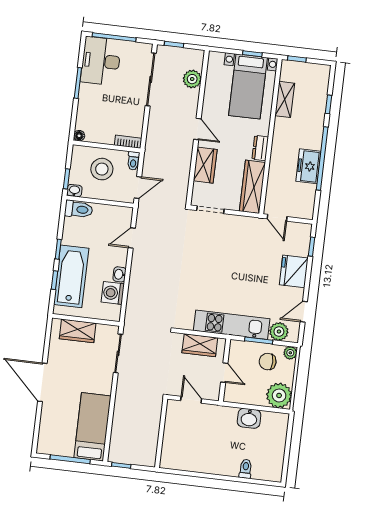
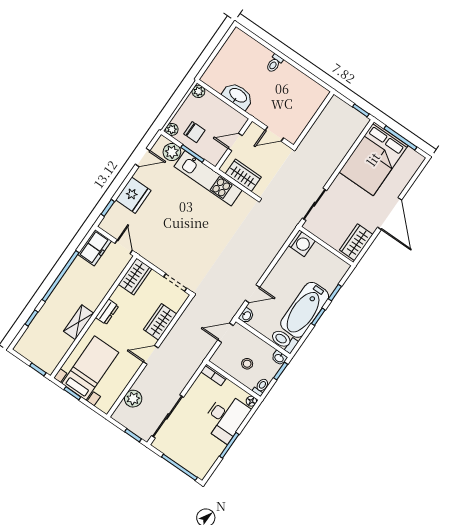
desk: (101, 61) -> (226, 417), moved
shelving: (285, 99) -> (79, 322), moved
door: (197, 129) -> (151, 355), hinge flipped
toilet: (133, 161) -> (261, 387), moved
freezer: (308, 166) -> (95, 248), moved
stool: (102, 169) -> (247, 364), width x0.53, depth x0.53
wardrobe: (252, 187) -> (135, 277), width x0.67
washbasin: (119, 274) -> (246, 316), moved
bathtub: (71, 276) -> (305, 310), moved
washing machine: (113, 293) -> (302, 243), moved
wardrobe: (78, 331) -> (356, 242), moved, turned -90
door: (224, 373) -> (235, 142), hinge flipped
plant: (279, 395) -> (198, 91), width x0.53, depth x0.53
door: (191, 400) -> (274, 134), hinge flipped
washbasin: (249, 418) -> (238, 96), width x1.38
bed: (92, 427) -> (373, 159), width x1.50
toilet: (246, 469) -> (274, 63), moved

